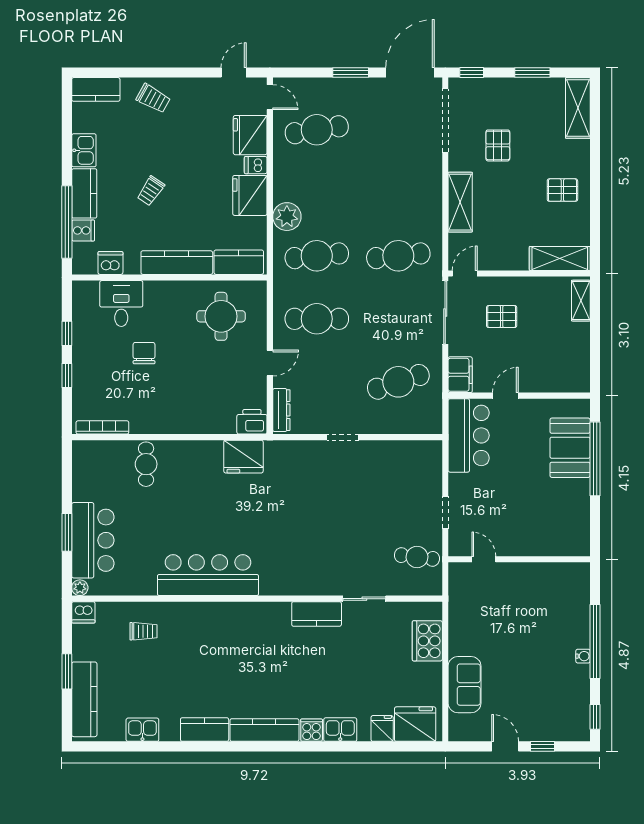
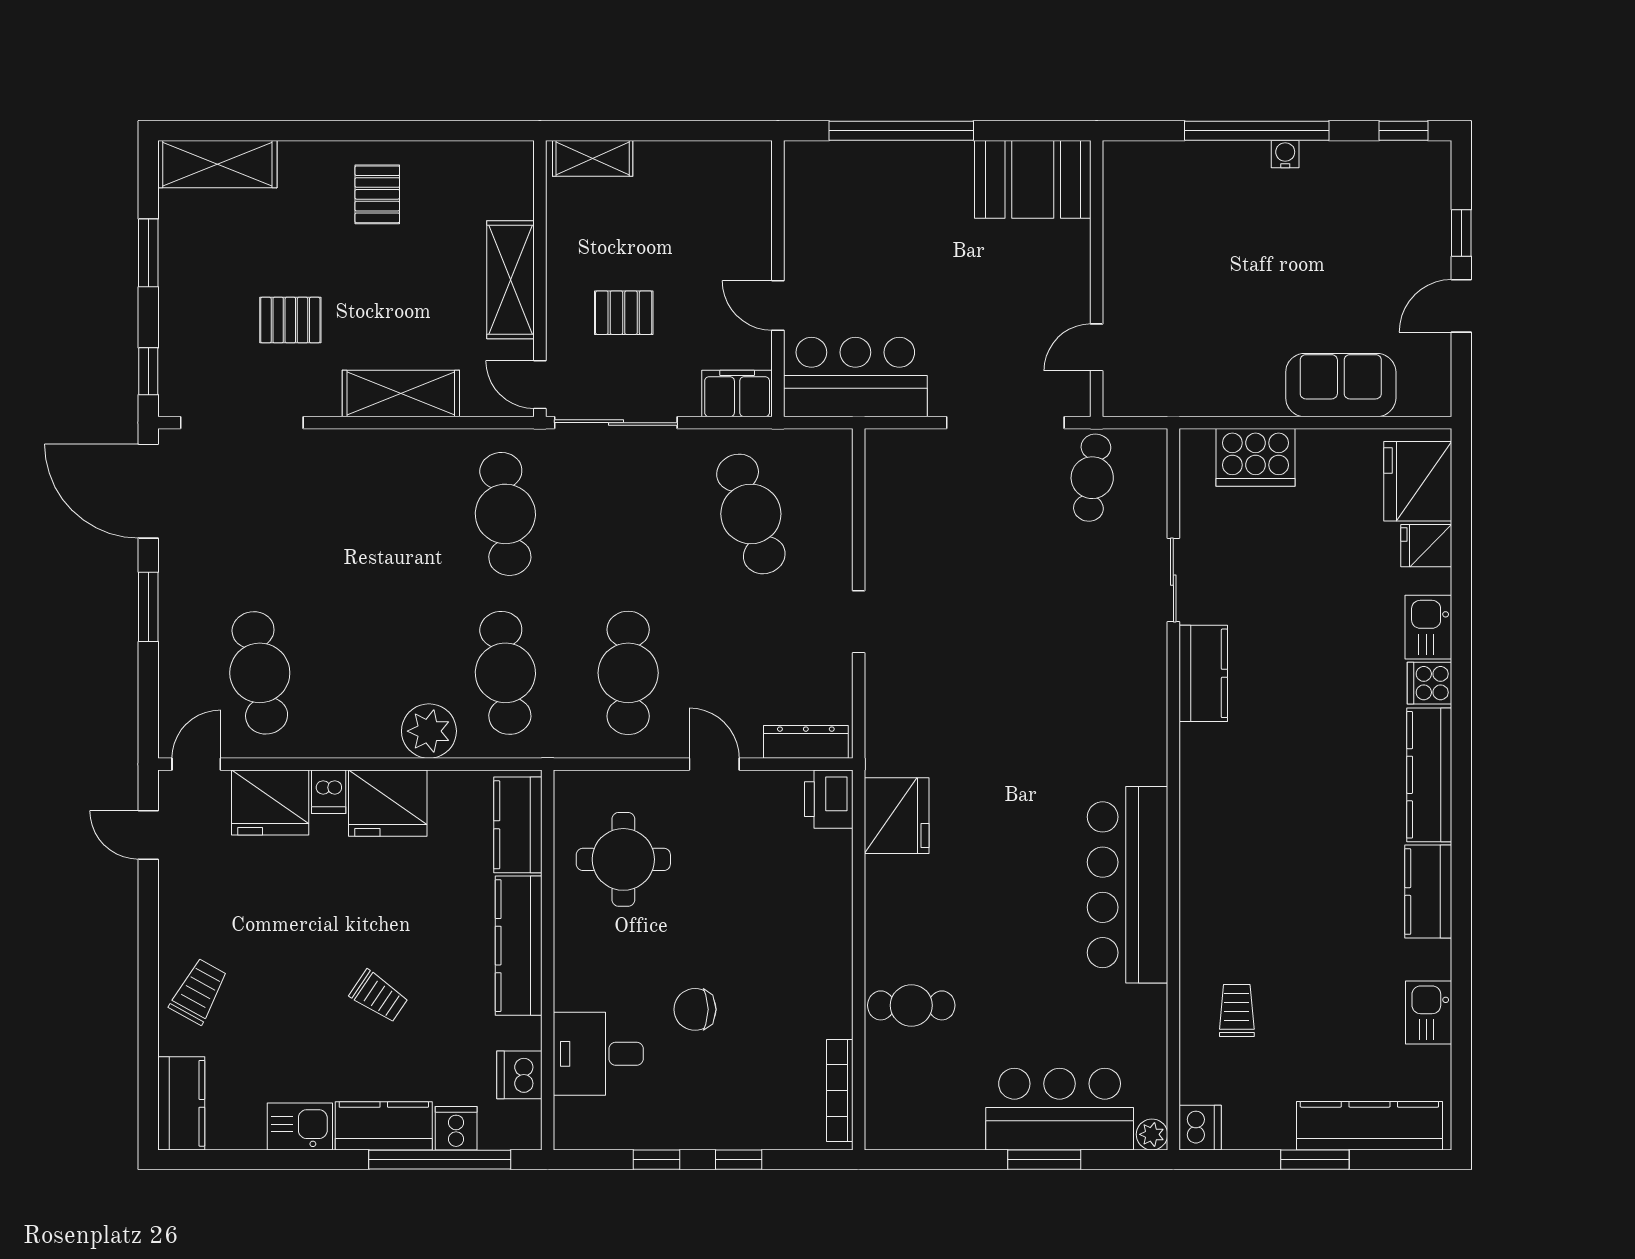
shelving: (560, 258) -> (510, 280), moved
pallet: (502, 317) -> (624, 313), turned 90
booth: (570, 448) -> (1033, 179), moved
doorway: (445, 512) -> (1005, 423), width x1.87

